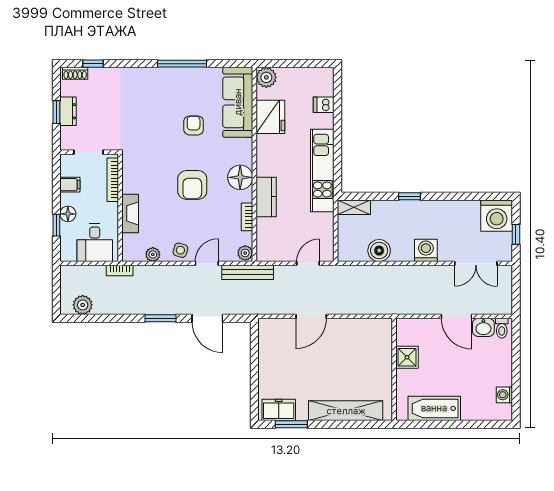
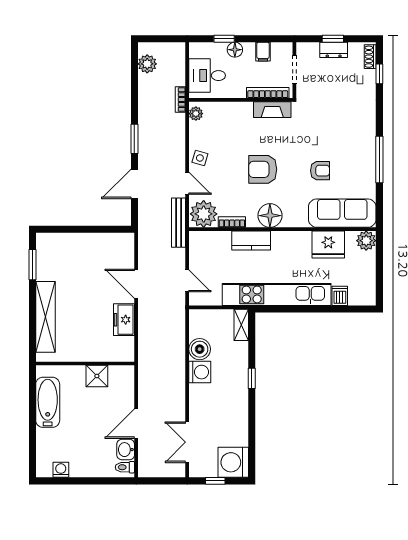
kitchen unit: (322, 170) -> (277, 294), width x1.36
fireplace: (130, 213) -> (272, 110), moved
washing machine: (426, 250) -> (200, 372), moved
plant: (245, 253) -> (204, 214), width x1.88, depth x1.88
plant: (153, 254) -> (196, 114), moved
freezer: (279, 410) -> (124, 320), moved, turned 180

